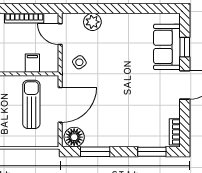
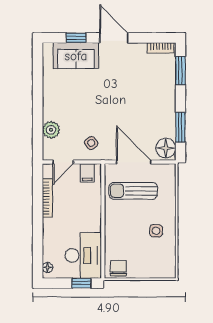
filing cabinet: (32, 63) -> (87, 173), moved, turned -90

